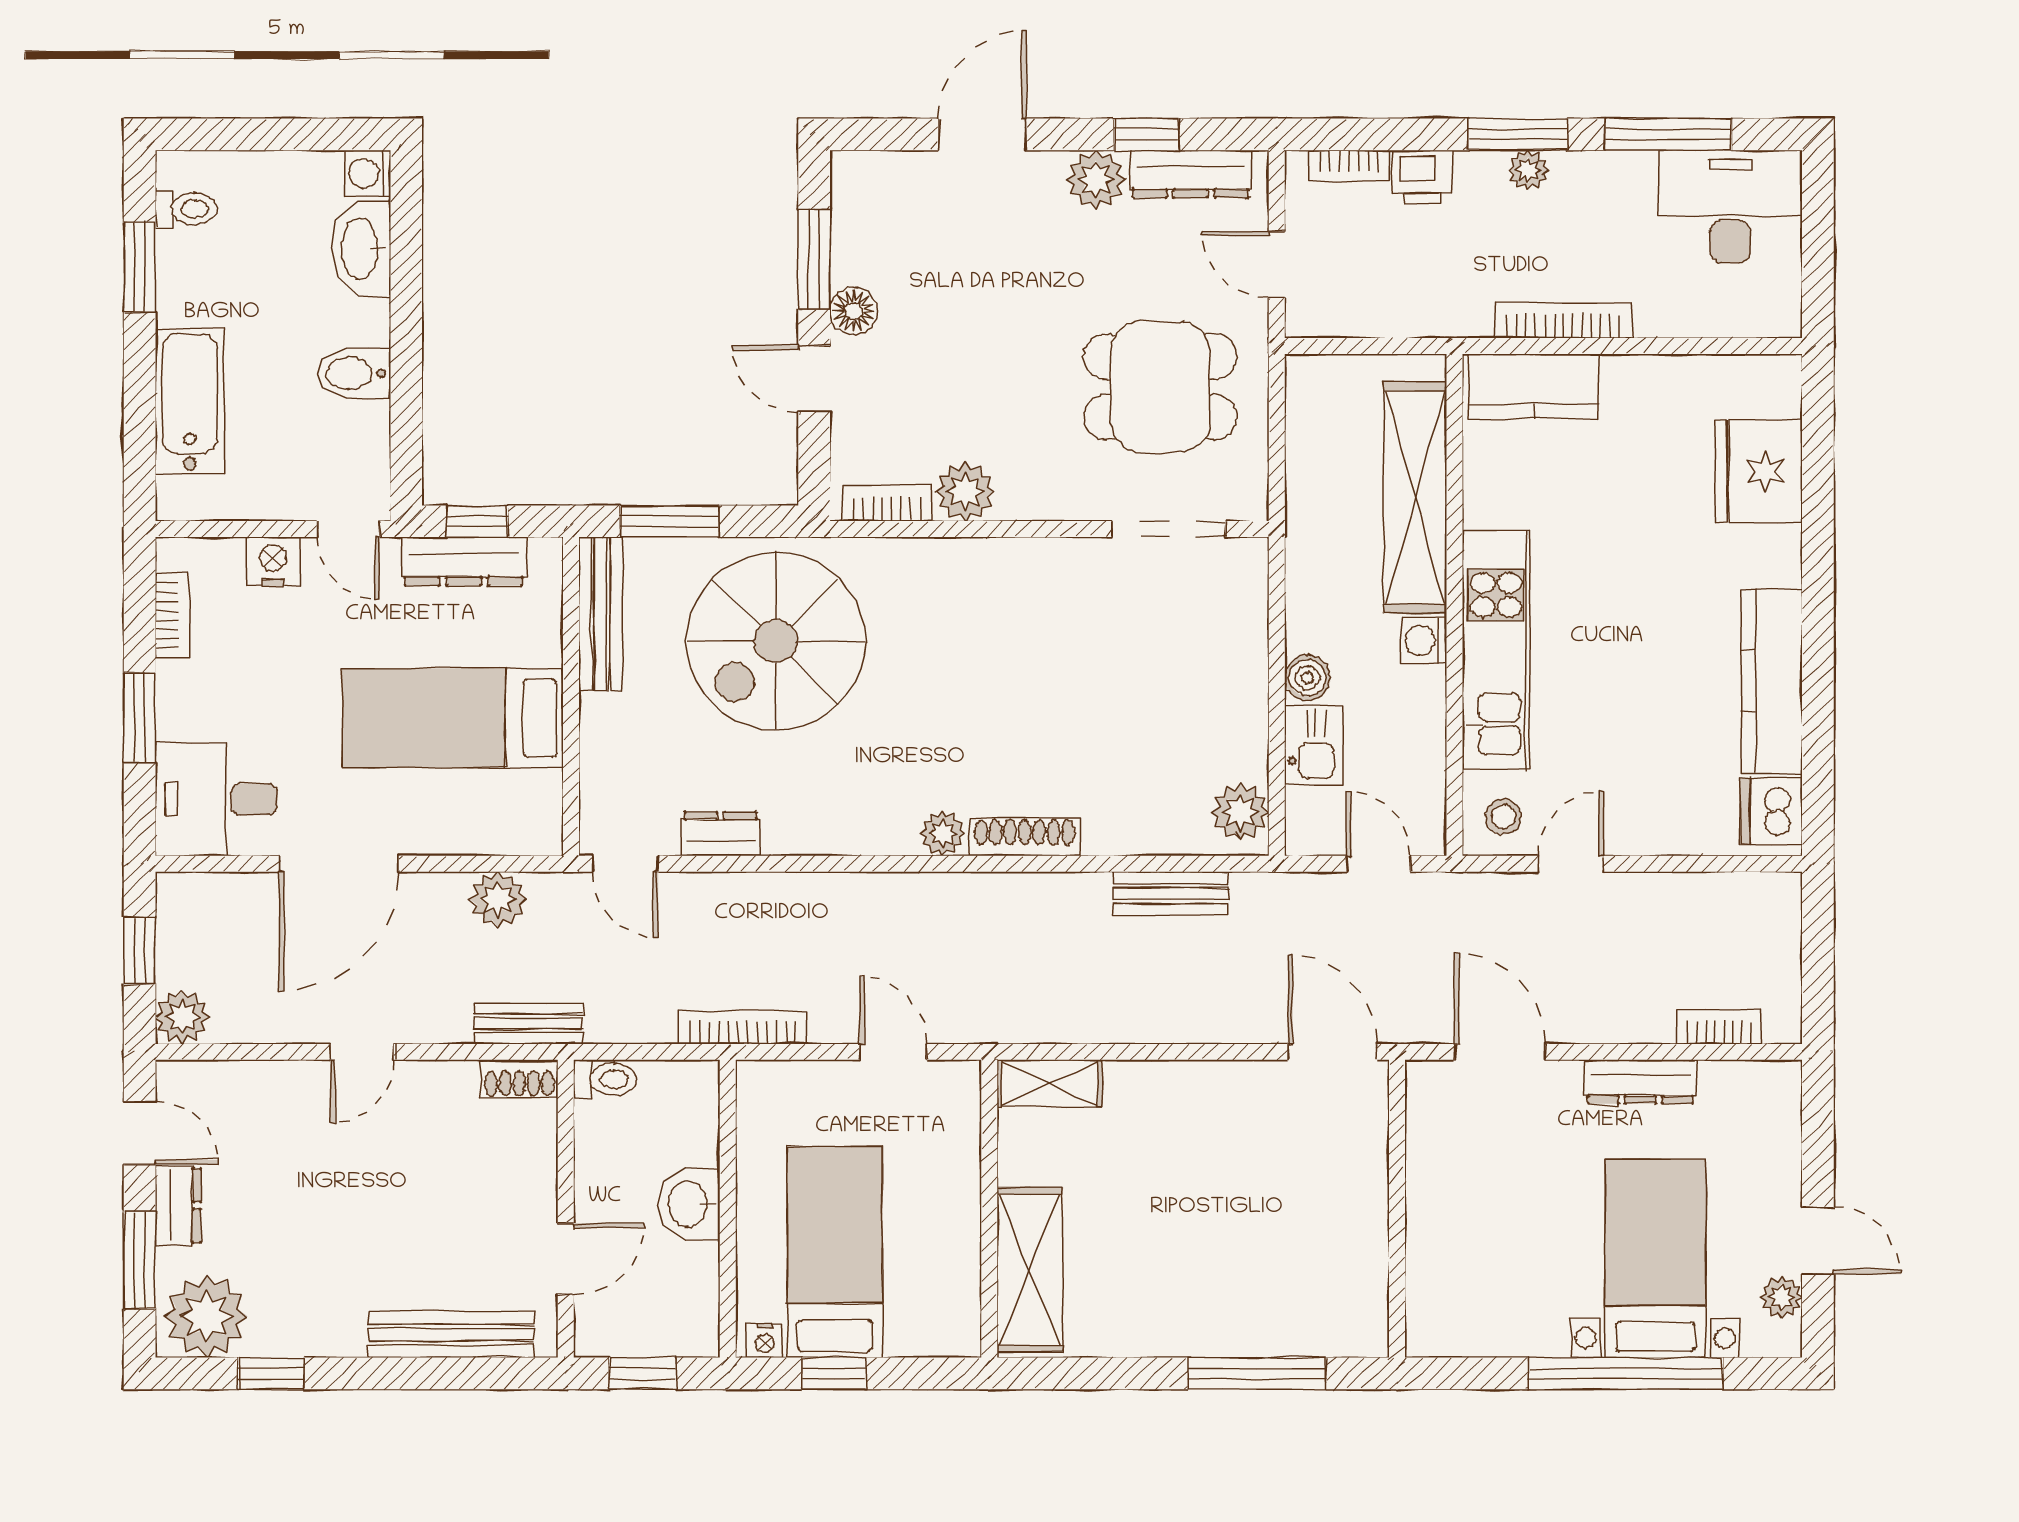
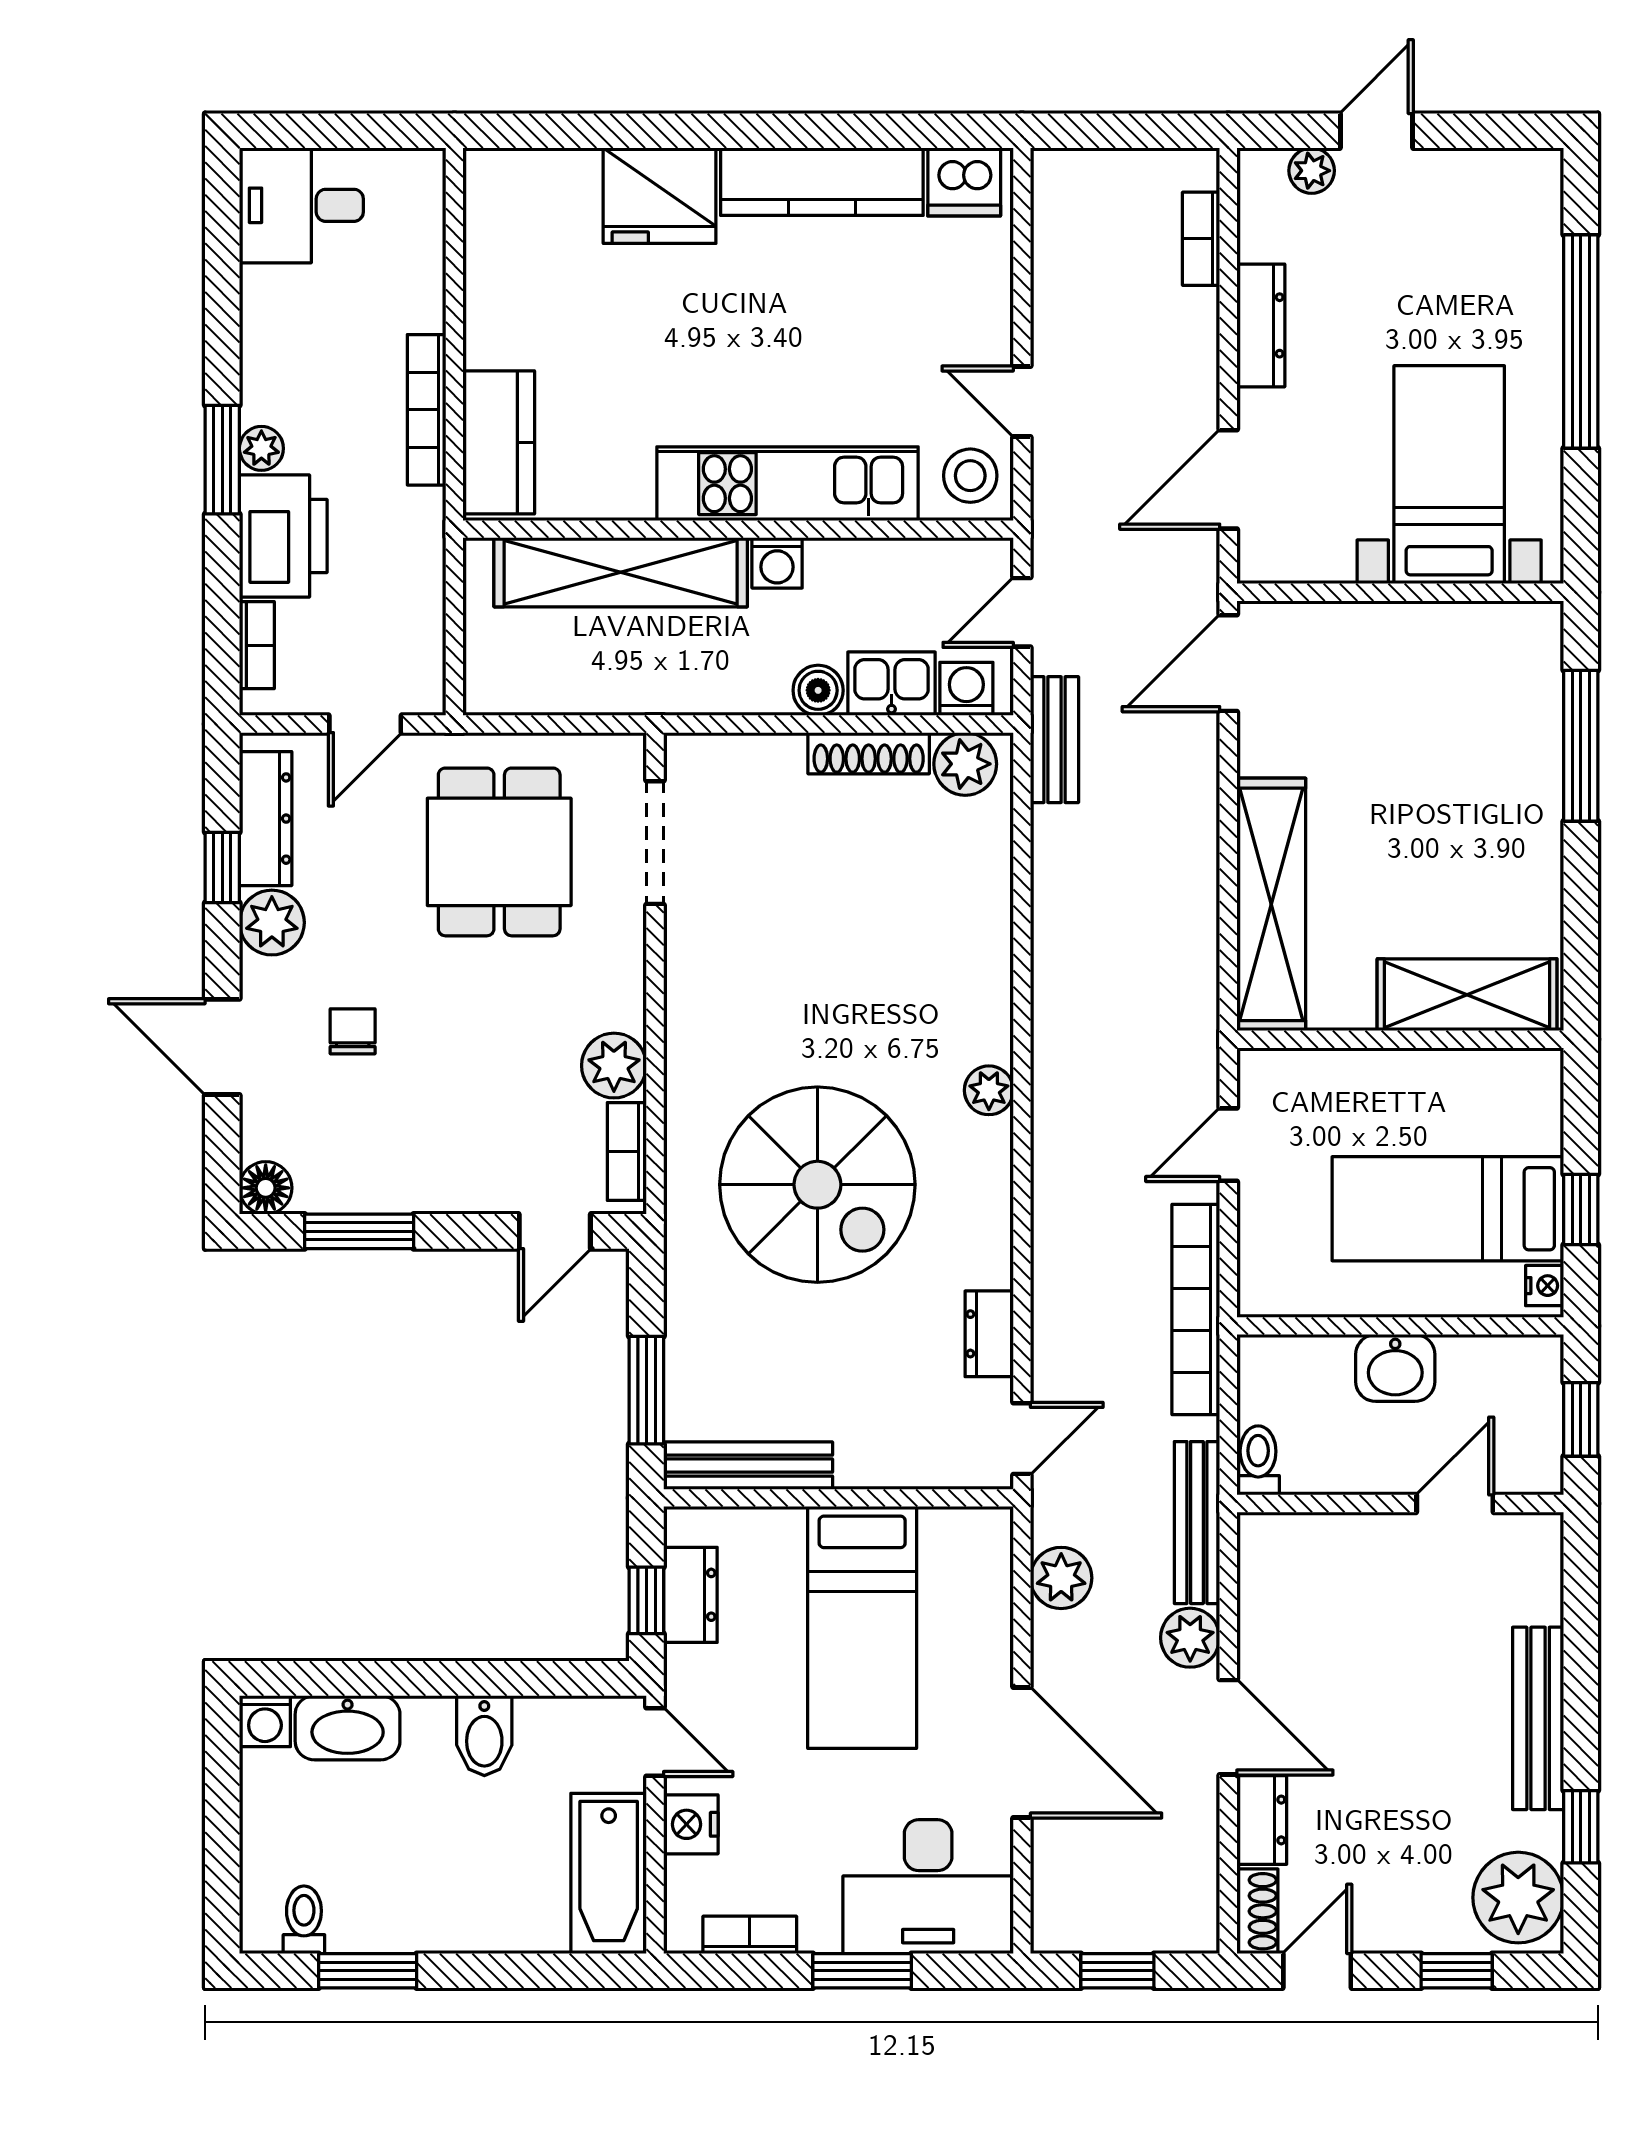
window: (1668, 134) -> (222, 295), removed
printer: (1422, 177) -> (283, 536), width x1.87, depth x1.48
desk: (1730, 206) -> (301, 205), width x0.73
chair: (997, 253) -> (353, 1031), added
floor lamp: (854, 311) -> (266, 1188), moved
door: (814, 379) -> (555, 1231), moved
bathtub: (190, 401) -> (609, 1873), moved, turned -90
fridge: (1759, 471) -> (660, 196), moved
door: (348, 529) -> (655, 1742), hinge flipped
dresser: (464, 561) -> (690, 1595), width x0.70
spiral stairs: (776, 641) -> (817, 1185), moved
desk: (216, 799) -> (928, 1887), width x1.37
washing machine: (1309, 813) -> (966, 689), added
stool: (1503, 817) -> (970, 476), width x1.37, depth x1.37
shoe rack: (1024, 837) -> (869, 753), moved, turned -90
bench: (1170, 893) -> (1055, 740), moved
plant: (182, 1017) -> (1190, 1638), moved
bench: (529, 1023) -> (1197, 1523), width x1.36
bookcase: (743, 1027) -> (1196, 1309), width x1.48, depth x1.31
door: (362, 1052) -> (1228, 1727), width x1.38
shoe rack: (519, 1078) -> (1257, 1911), moved
shelving: (1049, 1083) -> (1271, 904), width x2.20, depth x1.33
dresser: (178, 1206) -> (1262, 1820), moved, turned 90
door: (1818, 1240) -> (1376, 131), moved
bed with nightstands: (1655, 1258) -> (1449, 475), moved, turned 90
door: (566, 1259) -> (1455, 1504), hinge flipped
window: (140, 1260) -> (1457, 1971), width x0.67
plant: (1782, 1297) -> (1312, 171), moved
bench: (451, 1334) -> (1538, 1718), moved

